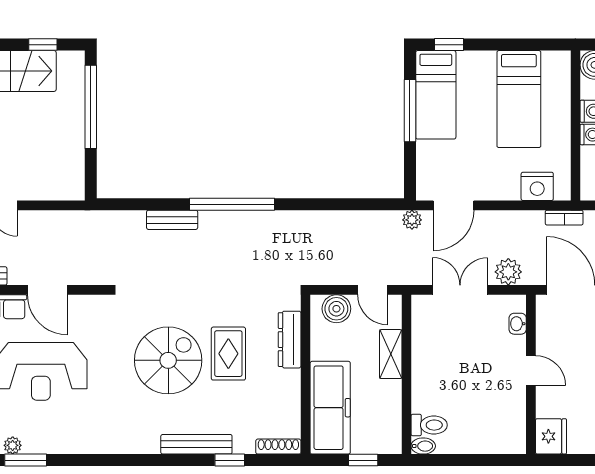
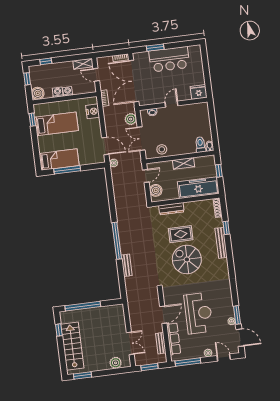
window: (449, 45) -> (32, 120), moved
stool: (429, 335) -> (162, 149), added
shelving: (391, 354) -> (183, 163), moved

